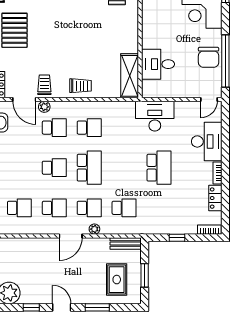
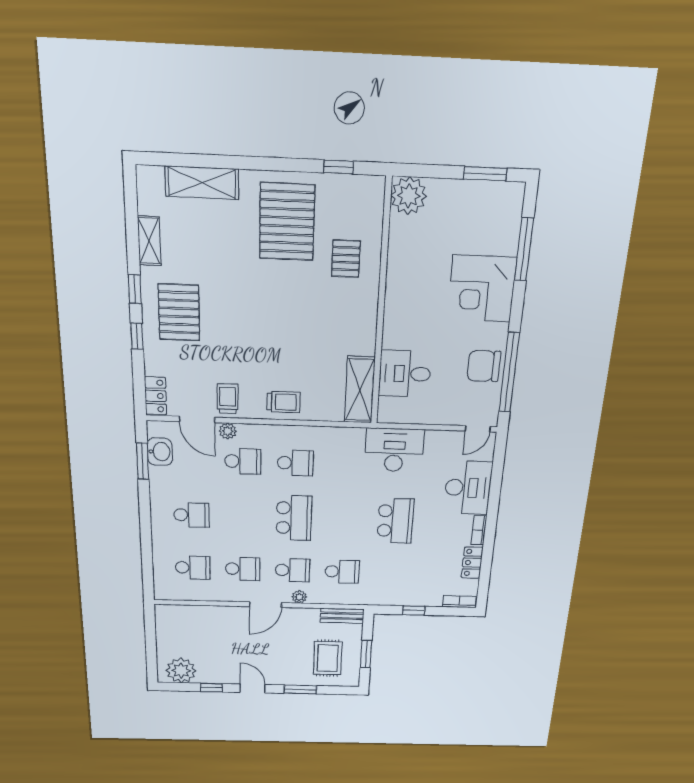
chair: (209, 57) -> (484, 366), turned 90
school desk: (54, 168) -> (192, 515), moved

